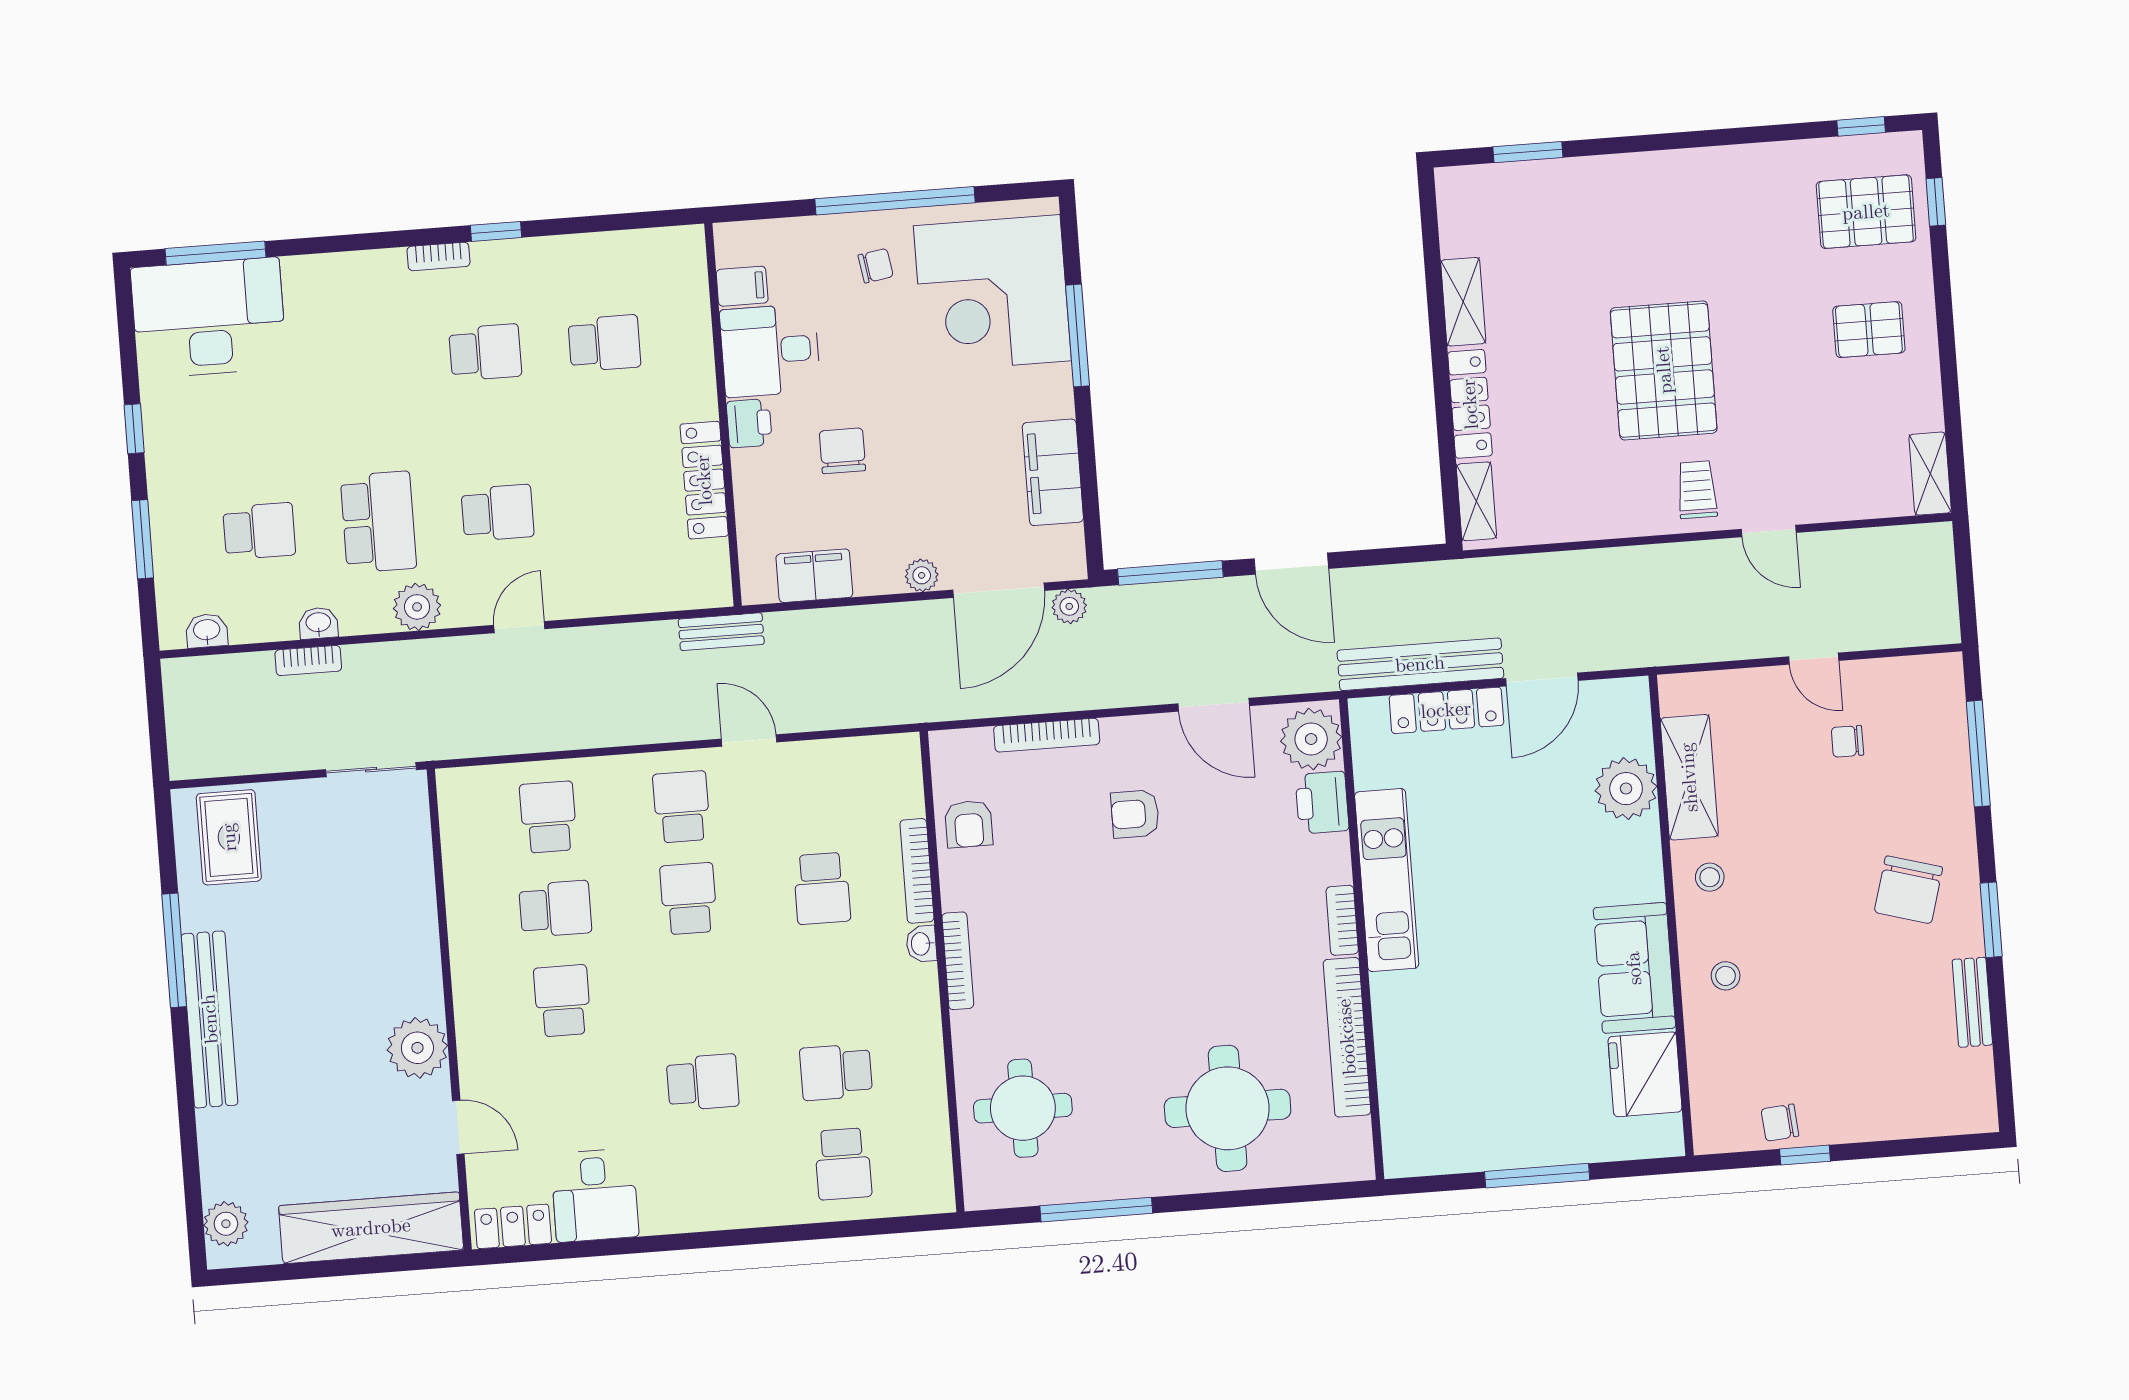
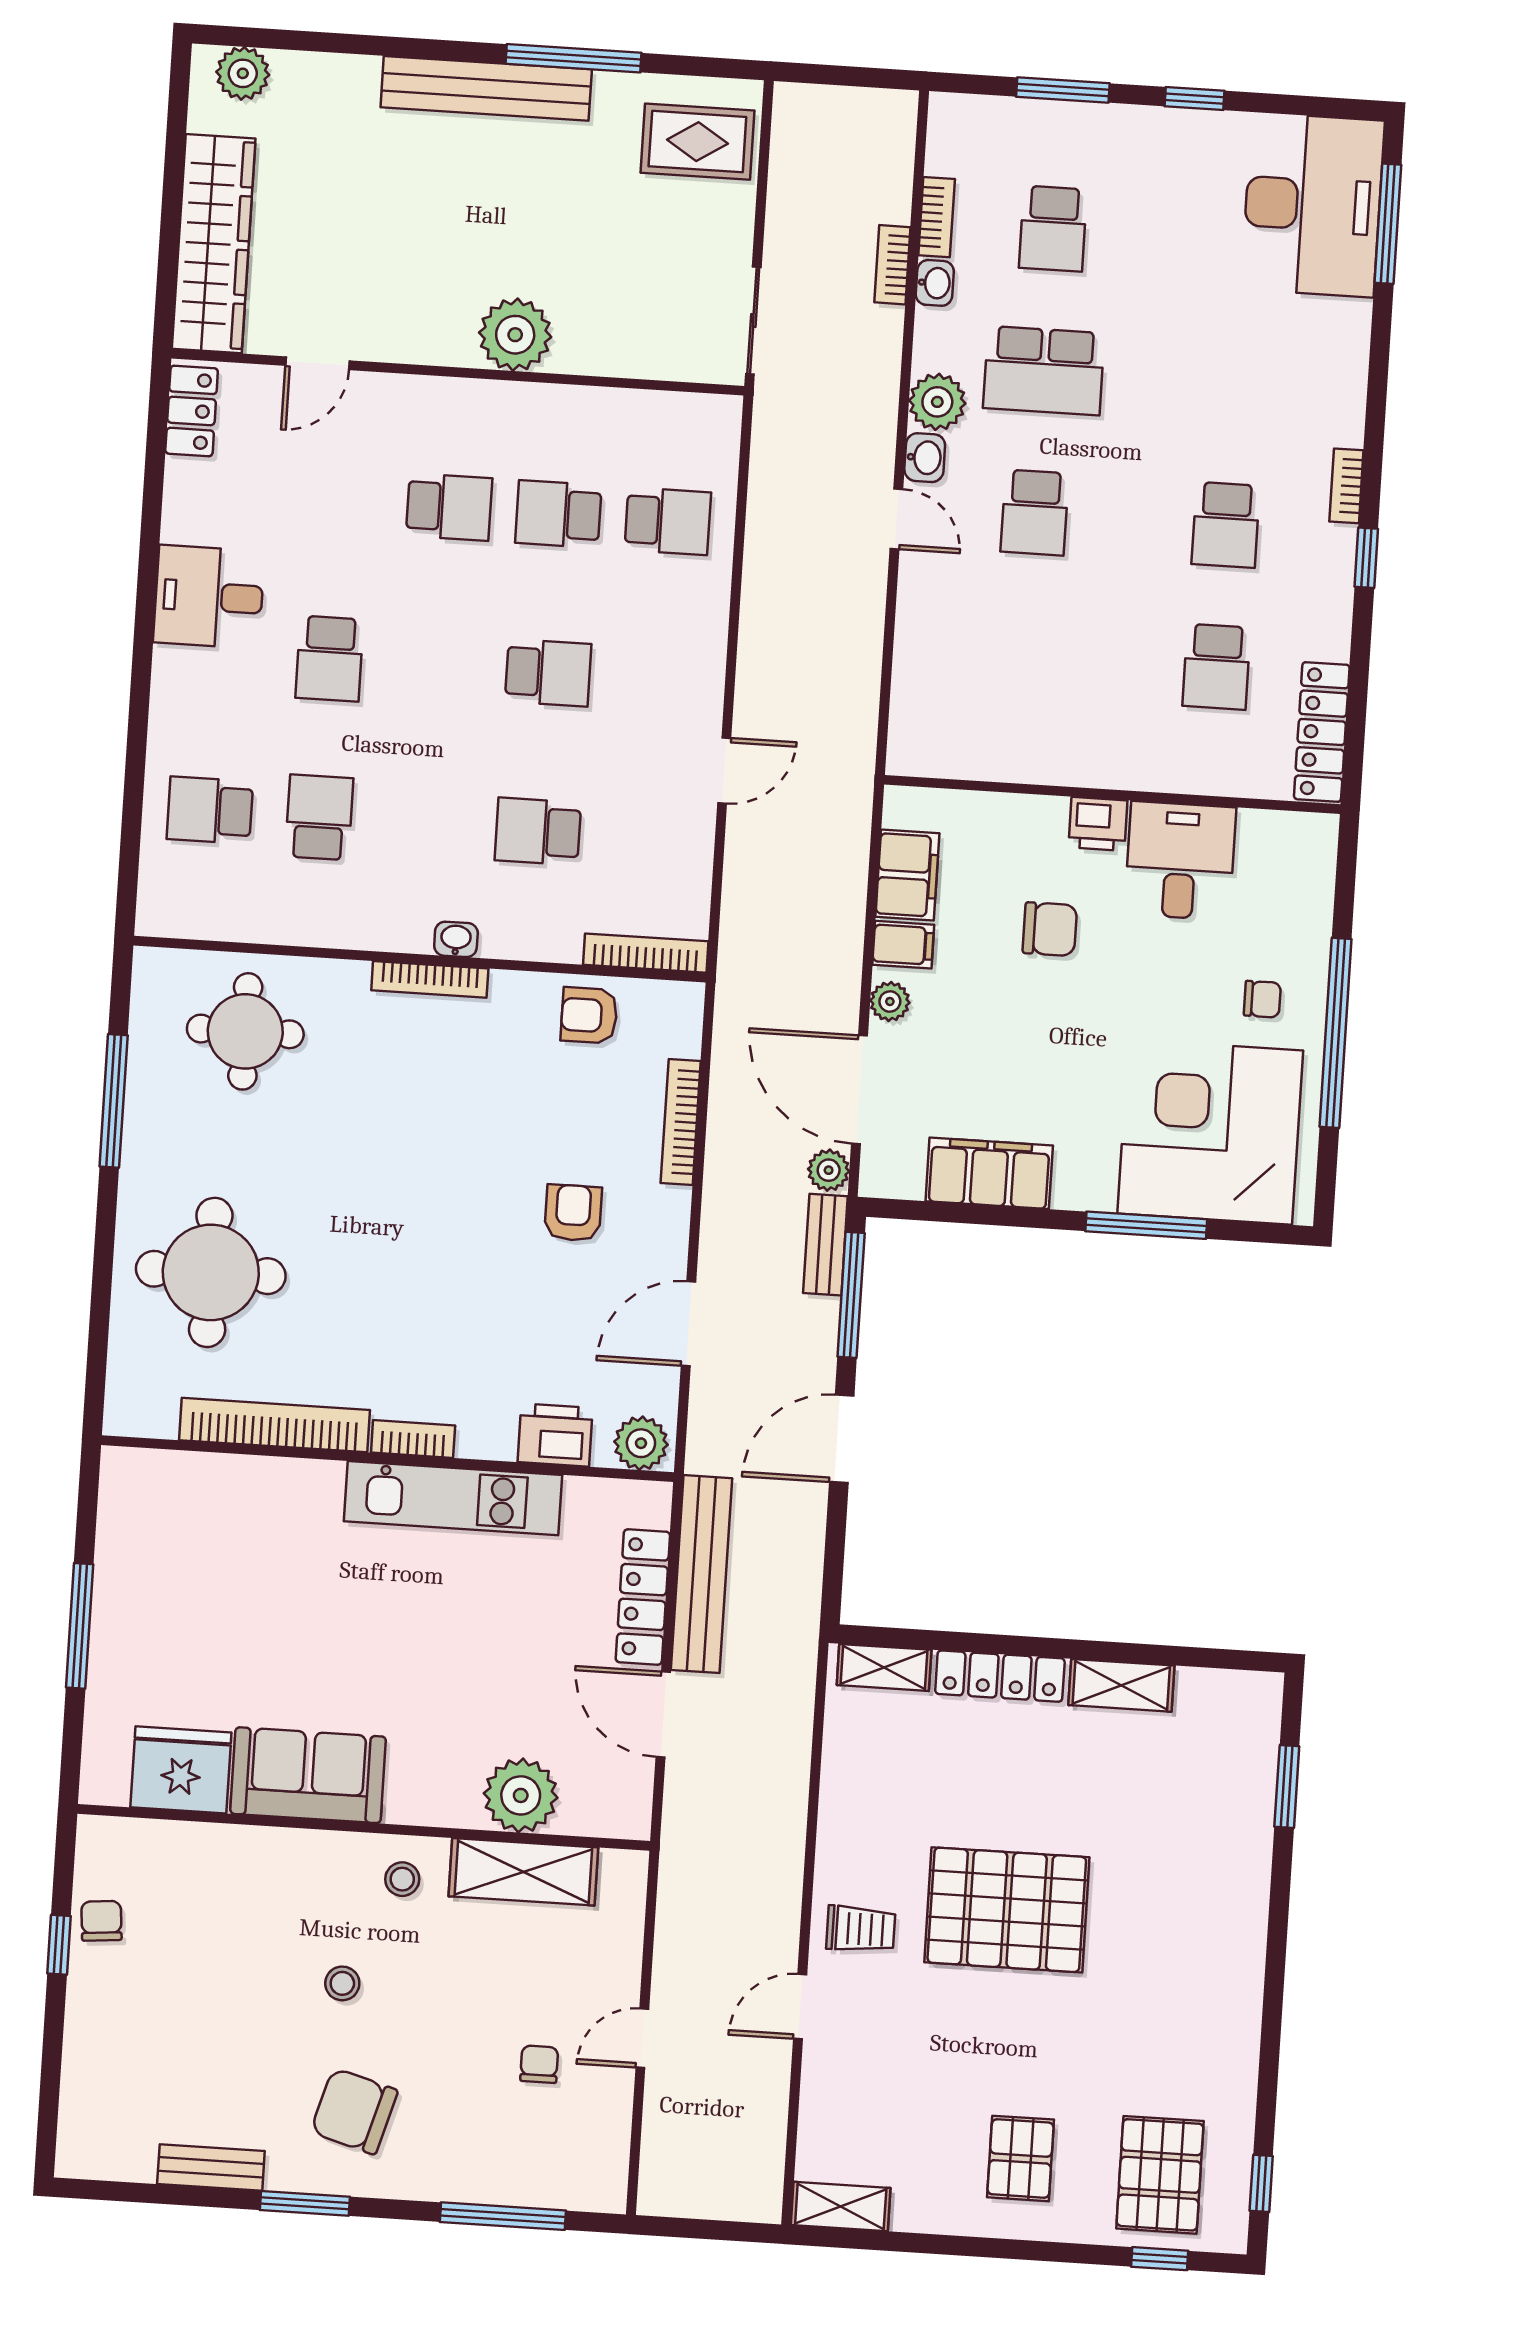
chair: (876, 266) -> (1262, 999), turned -81
filing cabinet: (742, 286) -> (903, 945), moved, turned -90
locker: (704, 480) -> (1322, 732), moved, turned -90
bookcase: (263, 629) -> (937, 217), added
washbasin: (207, 631) -> (925, 458), moved
bench: (721, 632) -> (825, 1245), moved
plant: (1311, 739) -> (641, 1443), width x0.73, depth x0.73
school desk: (681, 807) -> (657, 680), removed
bookcase: (917, 871) -> (646, 953), moved
school desk: (555, 909) -> (558, 514), turned 90
stool: (1726, 976) -> (342, 1983), moved
plant: (417, 1048) -> (515, 335), moved
desk: (595, 1195) -> (209, 597), moved

